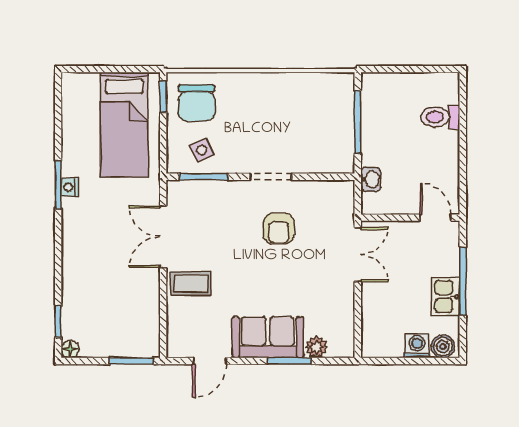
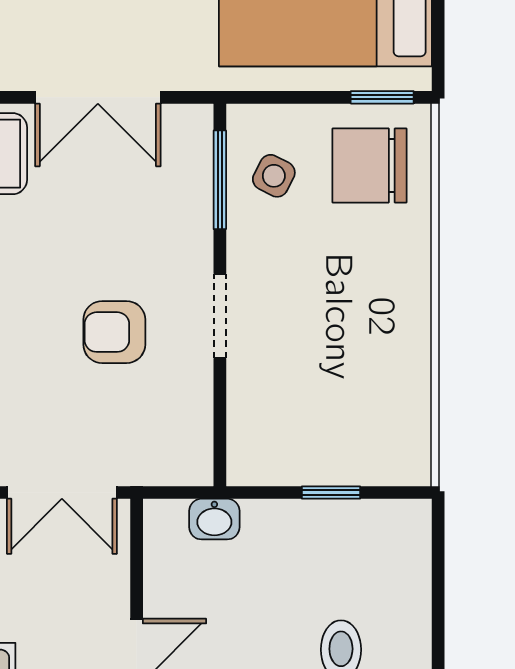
window: (358, 122) -> (331, 492), width x0.46
side table: (202, 150) -> (274, 176), turned -38
double door: (163, 237) -> (98, 97), swing flipped

